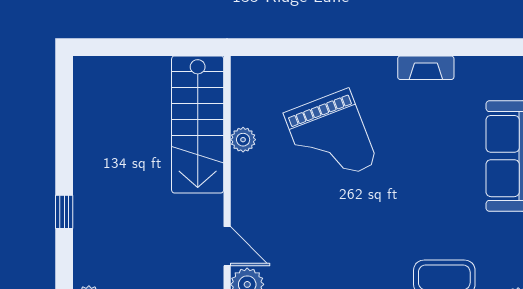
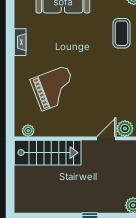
plant: (243, 140) -> (28, 131), moved

